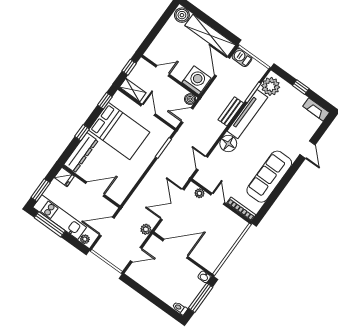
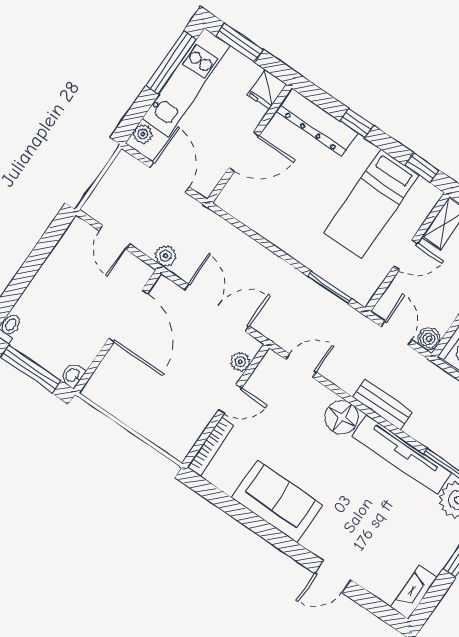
bench: (231, 111) -> (383, 405), moved
bed: (119, 131) -> (371, 204), width x0.67
sofa: (269, 177) -> (277, 501), width x0.73
door: (95, 189) -> (244, 152), hinge flipped

